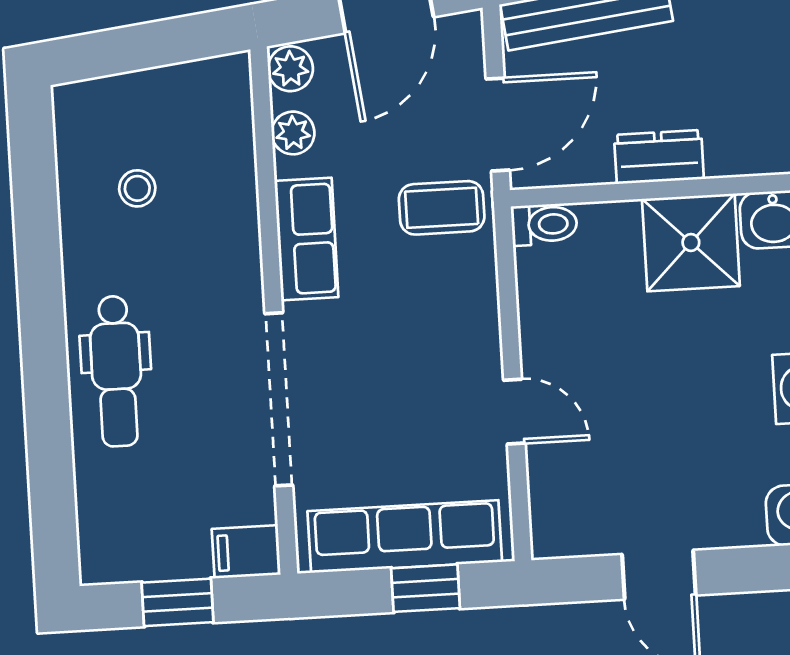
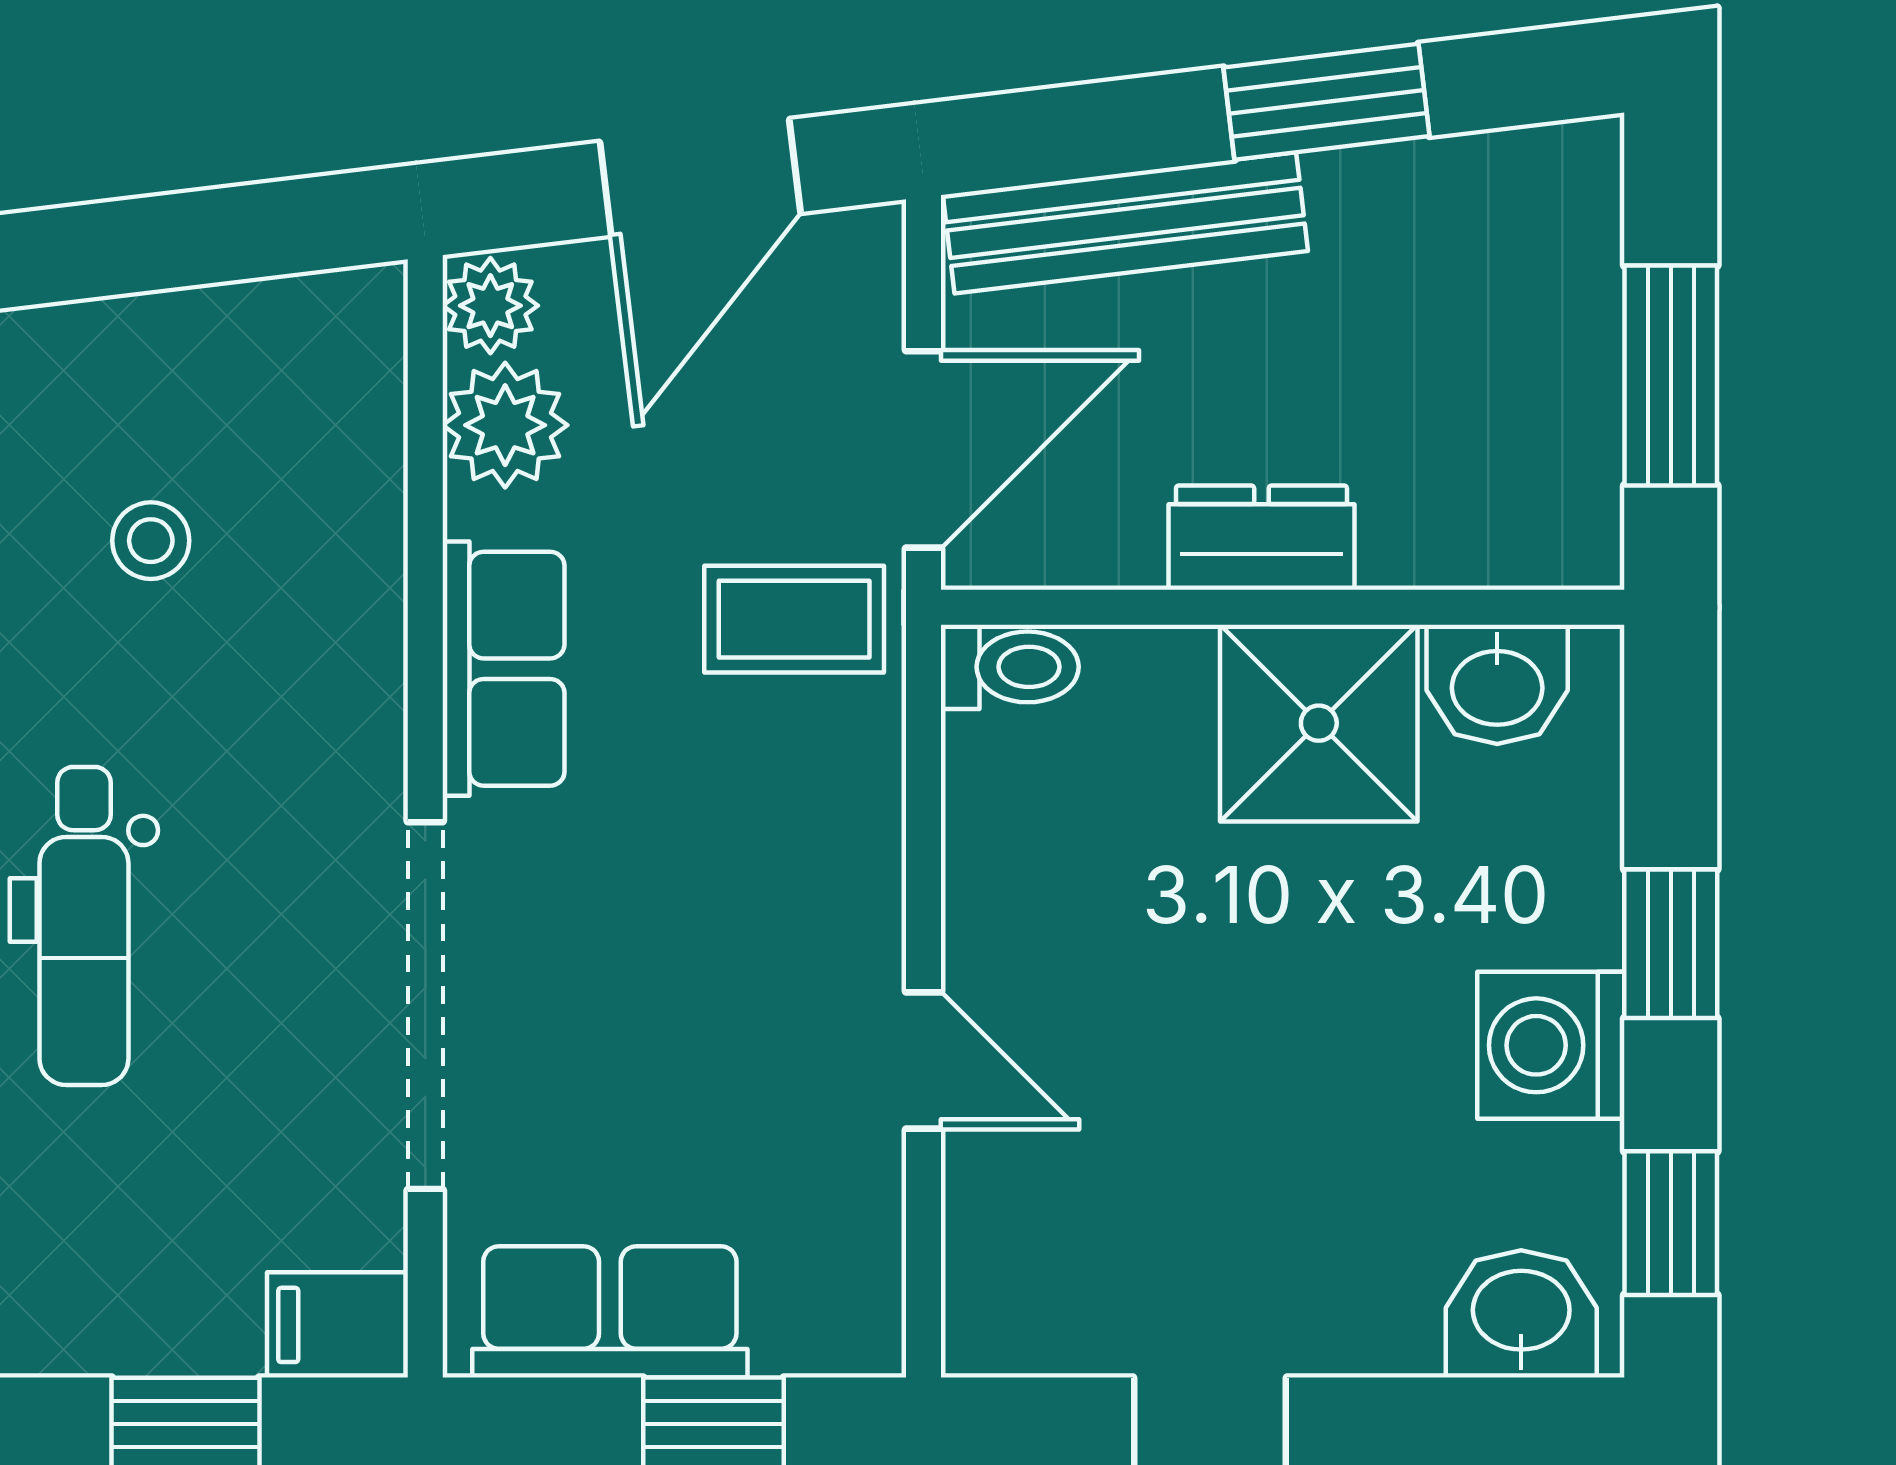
plant: (293, 133) -> (505, 425), width x1.38, depth x1.38
row of seats: (405, 537) -> (610, 1312), width x0.68

